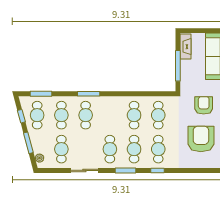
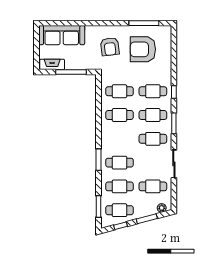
armchair: (204, 105) -> (110, 47), turned -97

